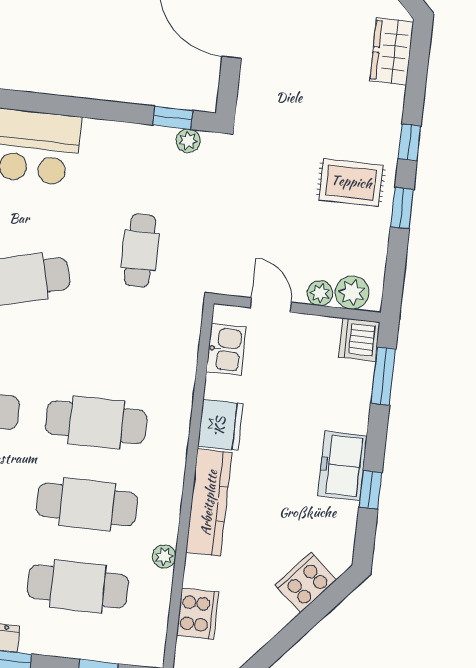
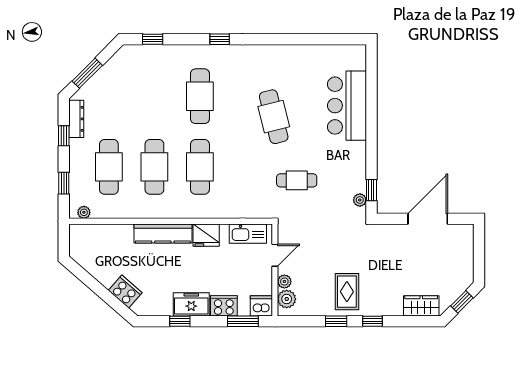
kitchen sink: (226, 349) -> (248, 234), width x1.38
plant: (164, 556) -> (84, 212), moved
cooker: (197, 614) -> (224, 306), moved, turned 180

